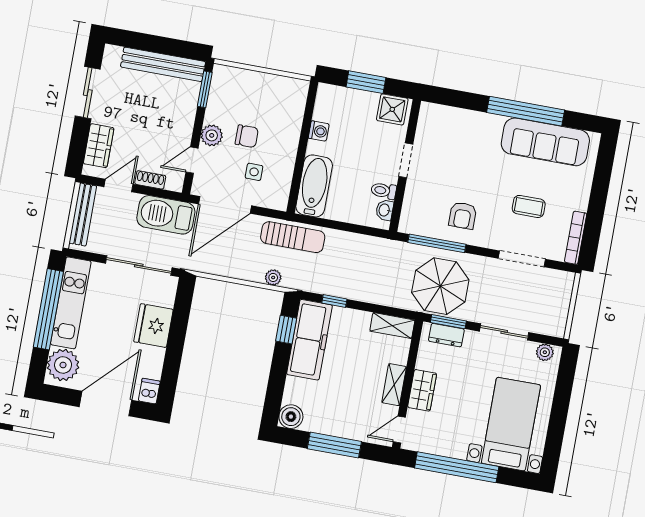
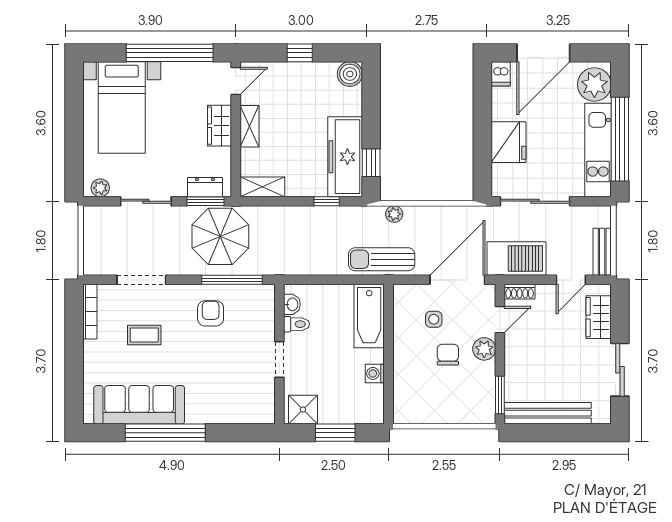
chair: (247, 136) -> (448, 355), turned 90
shoe rack: (150, 180) -> (520, 292), moved
bench: (83, 215) -> (602, 252), width x0.73
window: (334, 445) -> (300, 53), width x0.46

